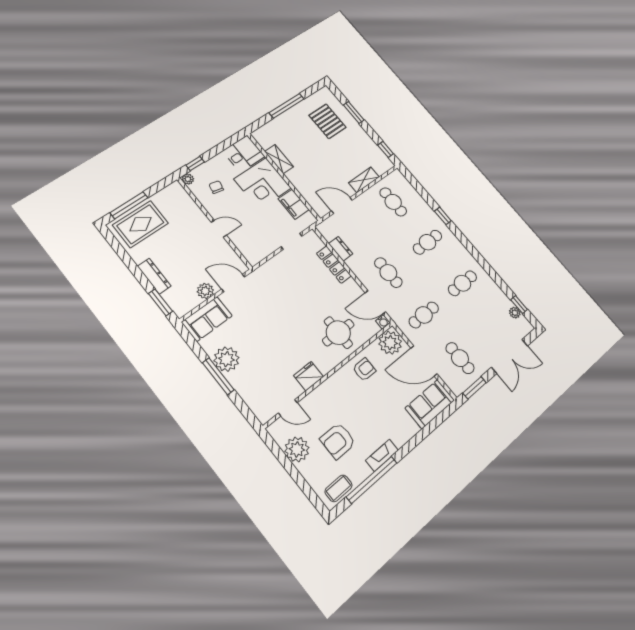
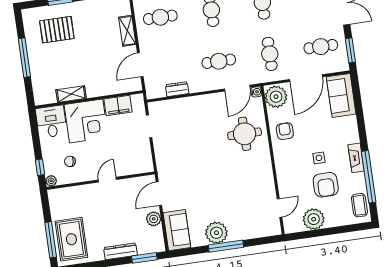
locker: (334, 265) -> (187, 103), removed
fridge: (308, 376) -> (265, 178), removed
side table: (359, 418) -> (319, 158), added

